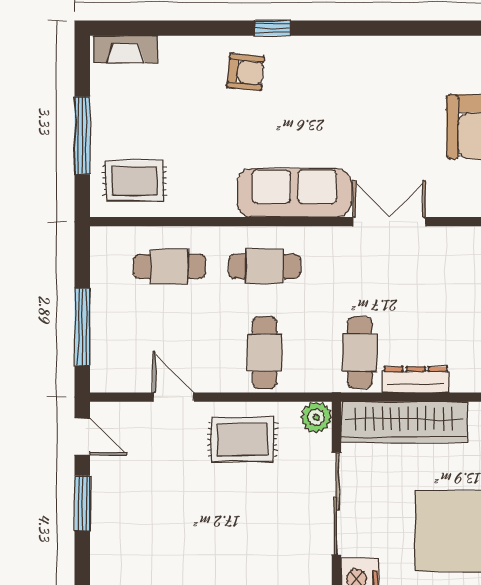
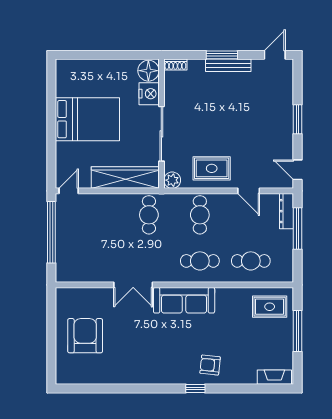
dresser: (416, 380) -> (286, 211), moved, turned 90
window: (82, 503) -> (297, 119), moved

